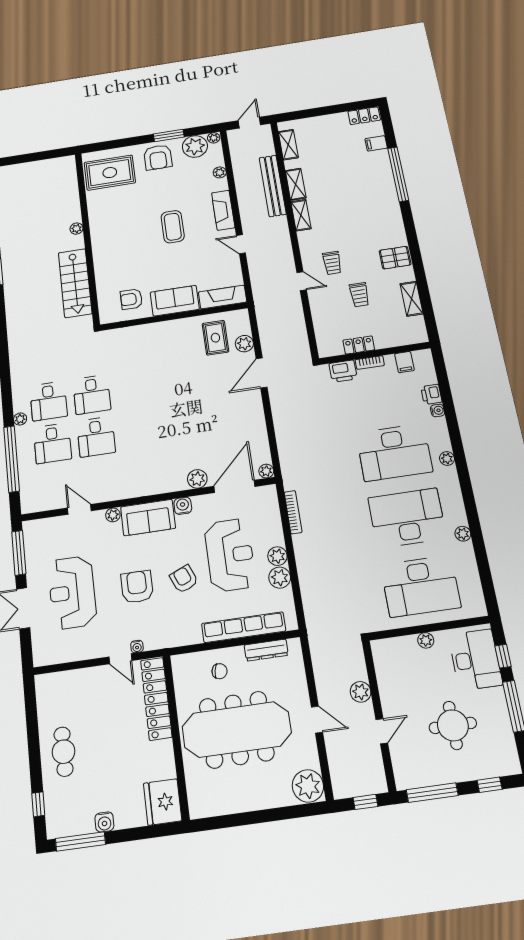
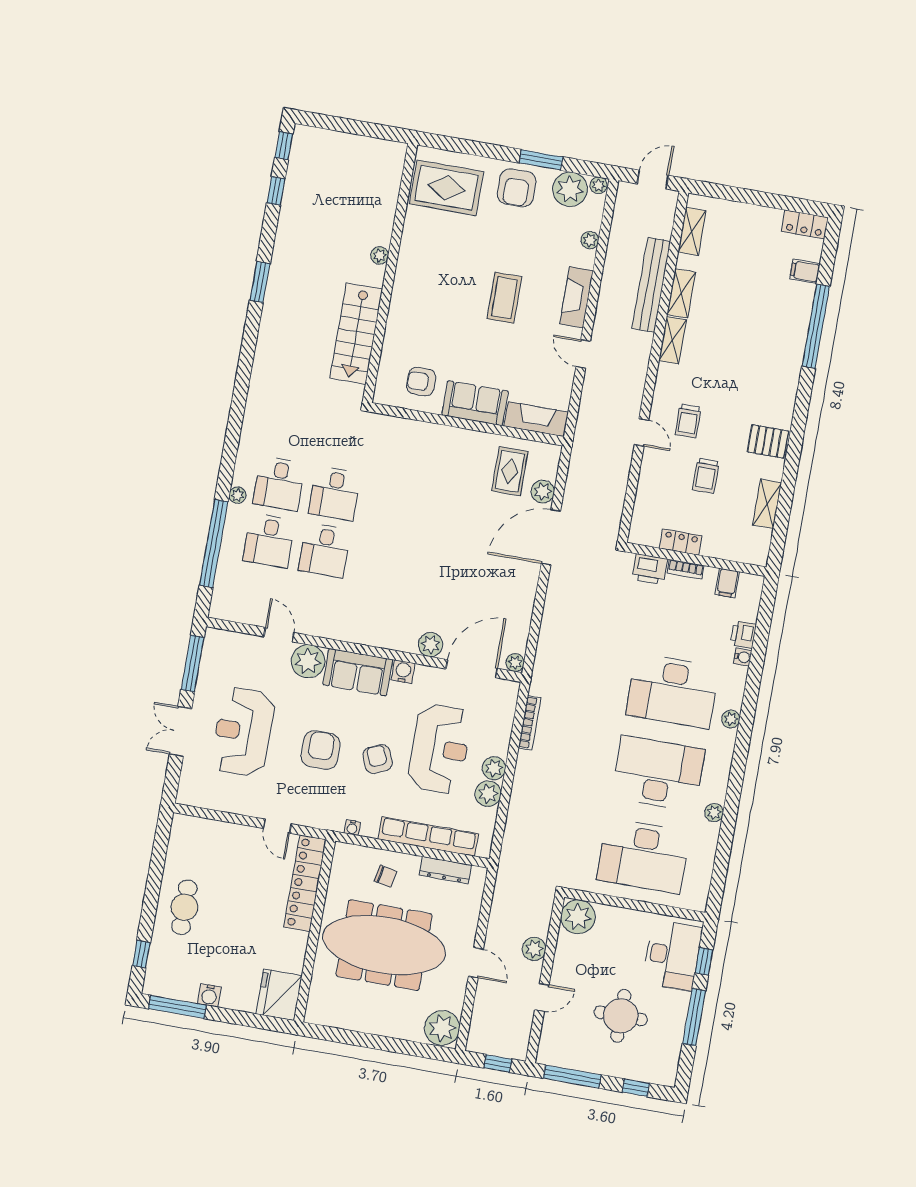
door: (262, 373) -> (551, 537), width x1.36
plant: (113, 515) -> (308, 661), width x1.87, depth x1.87
plant: (426, 640) -> (578, 917), moved, width x1.88, depth x1.88
water cooler: (137, 647) -> (352, 828), moved

